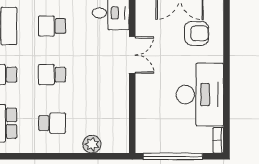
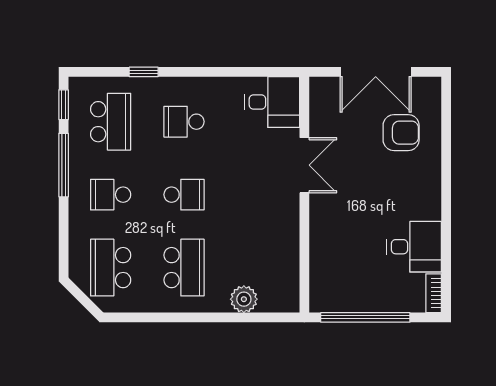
school desk: (52, 75) -> (184, 195), turned 180
desk: (200, 95) -> (414, 247), width x0.53, depth x0.77
school desk: (52, 123) -> (184, 268), width x1.85

